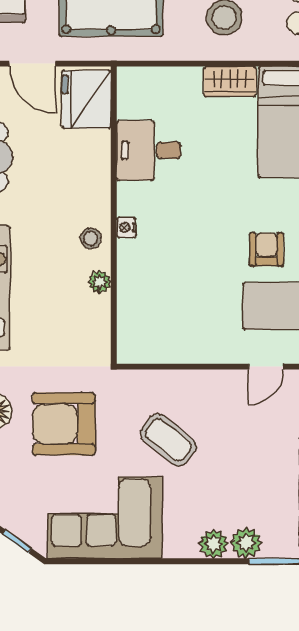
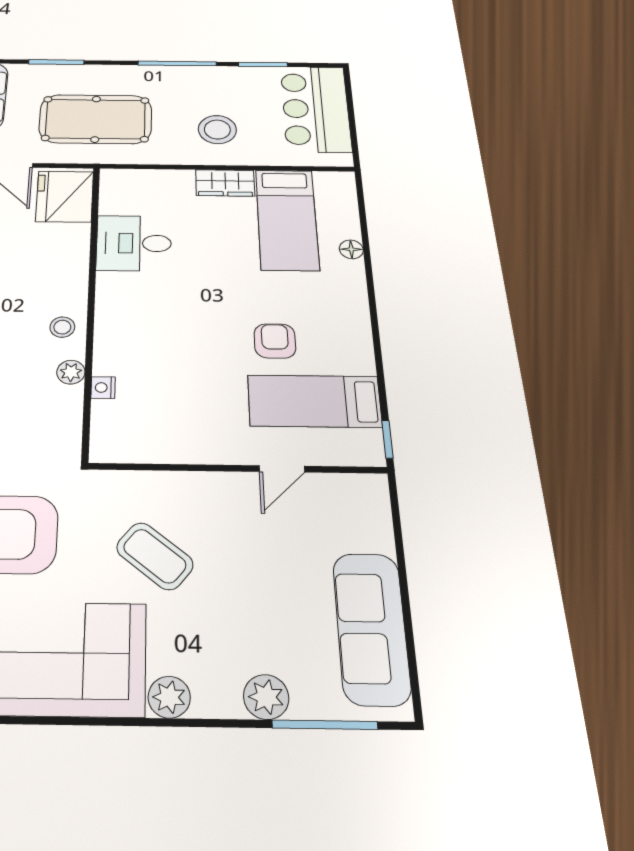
nightstand: (126, 227) -> (103, 388), moved
plant: (214, 544) -> (169, 697), moved

